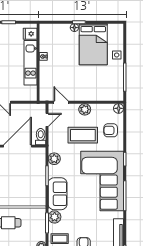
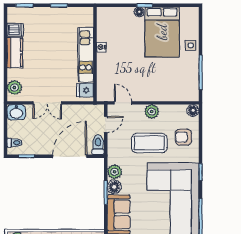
fridge: (30, 34) -> (85, 90), moved
floor lamp: (54, 171) -> (114, 187), added

